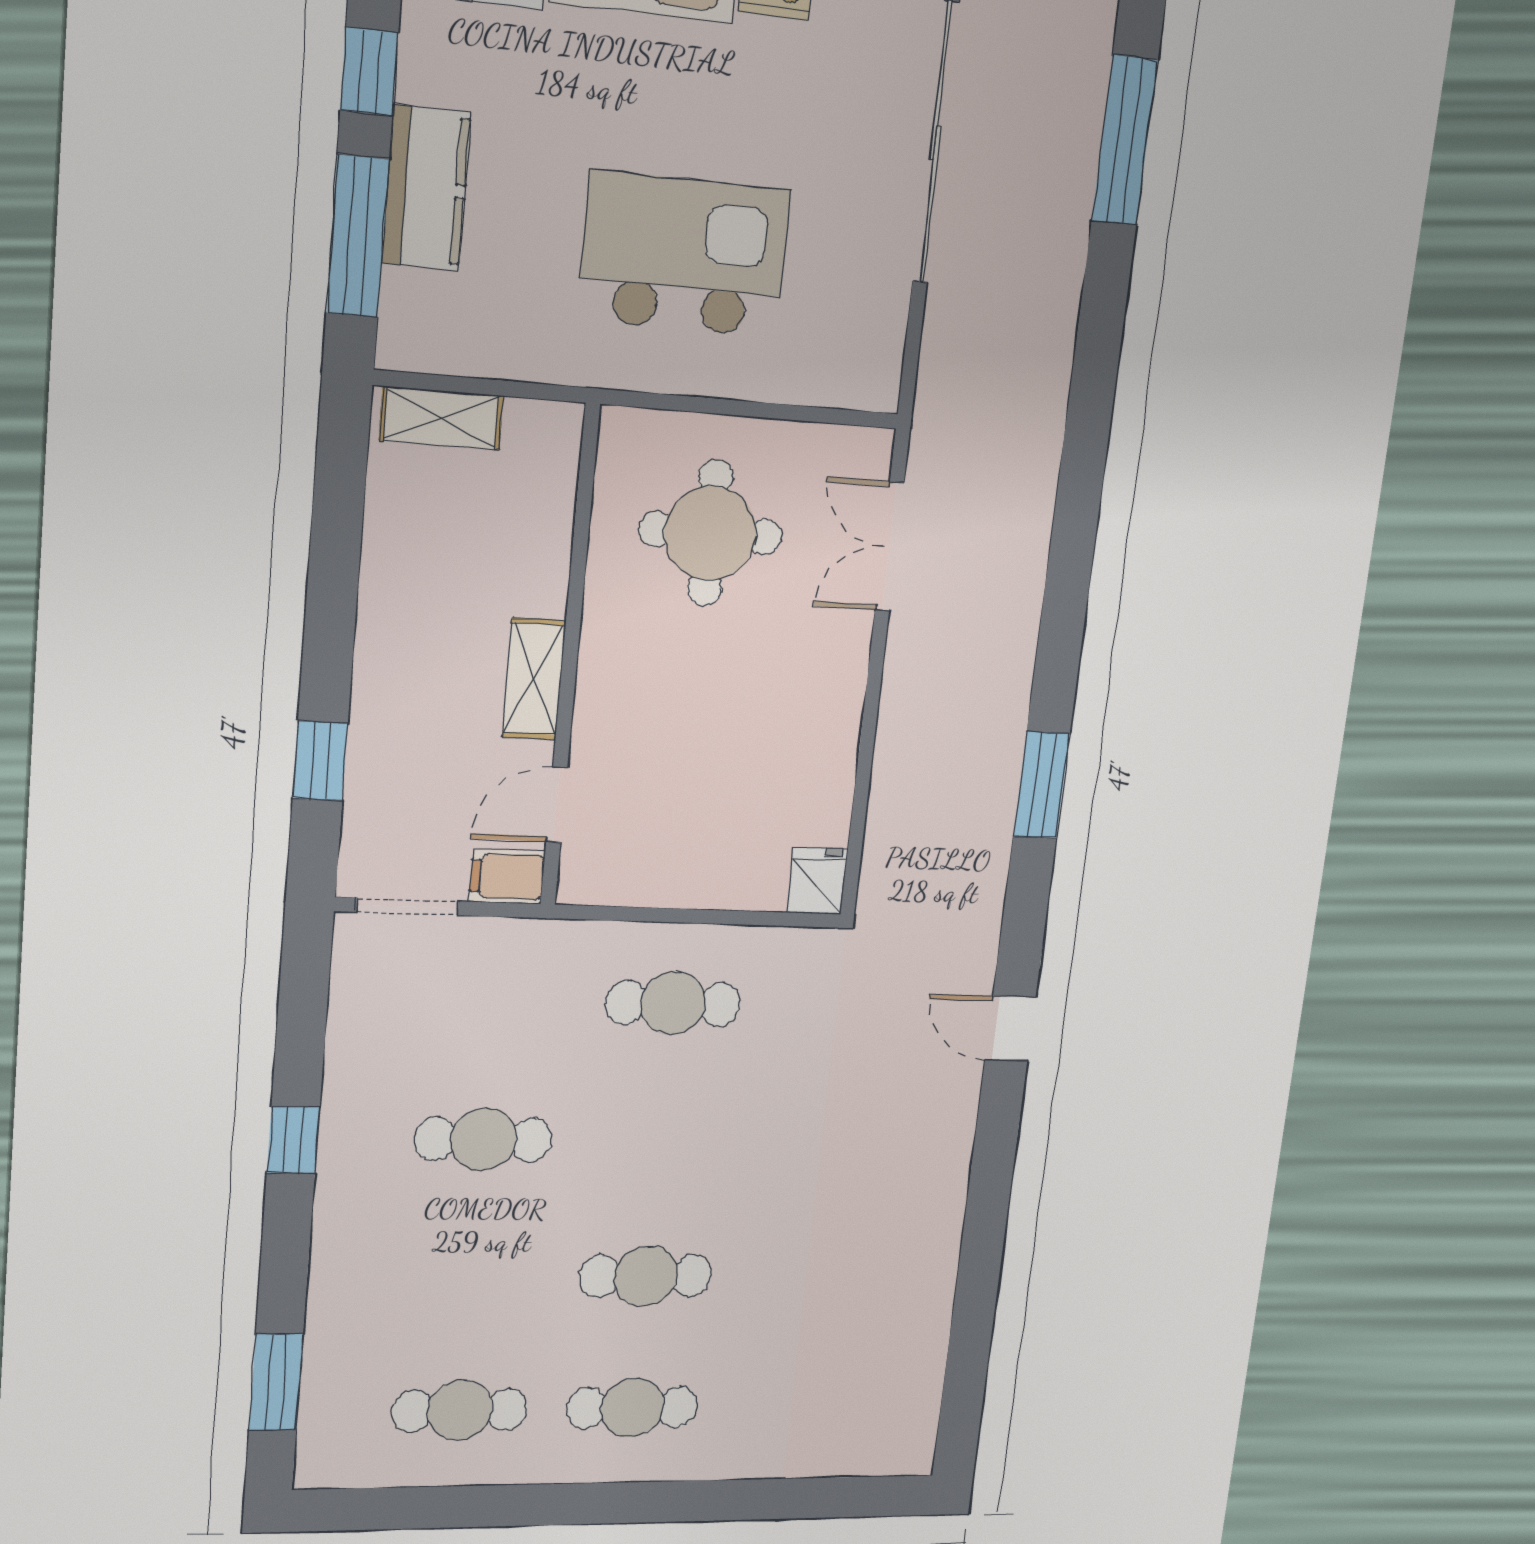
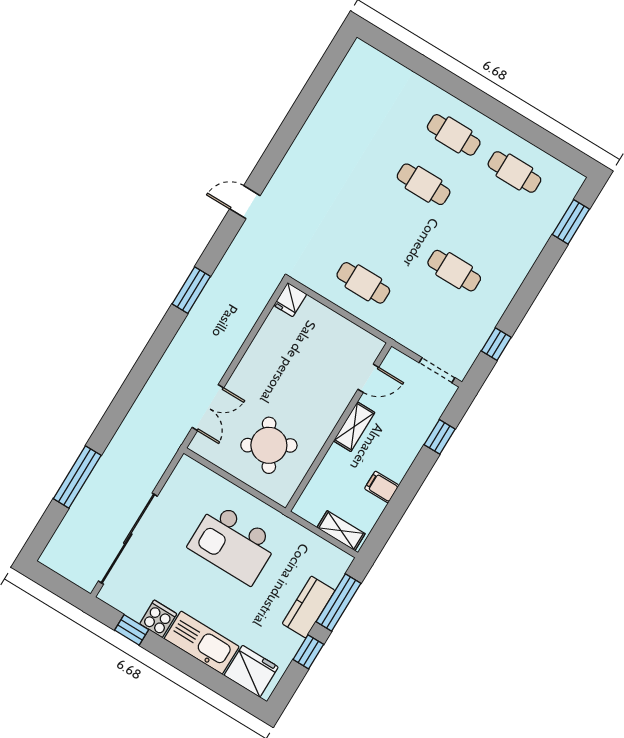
window: (1125, 140) -> (77, 477), moved
round table: (710, 533) -> (269, 445), turned -31
filing cabinet: (507, 877) -> (382, 487), moved, turned 180
door: (1010, 1029) -> (245, 202), swing flipped
window: (293, 1140) -> (496, 344), moved

